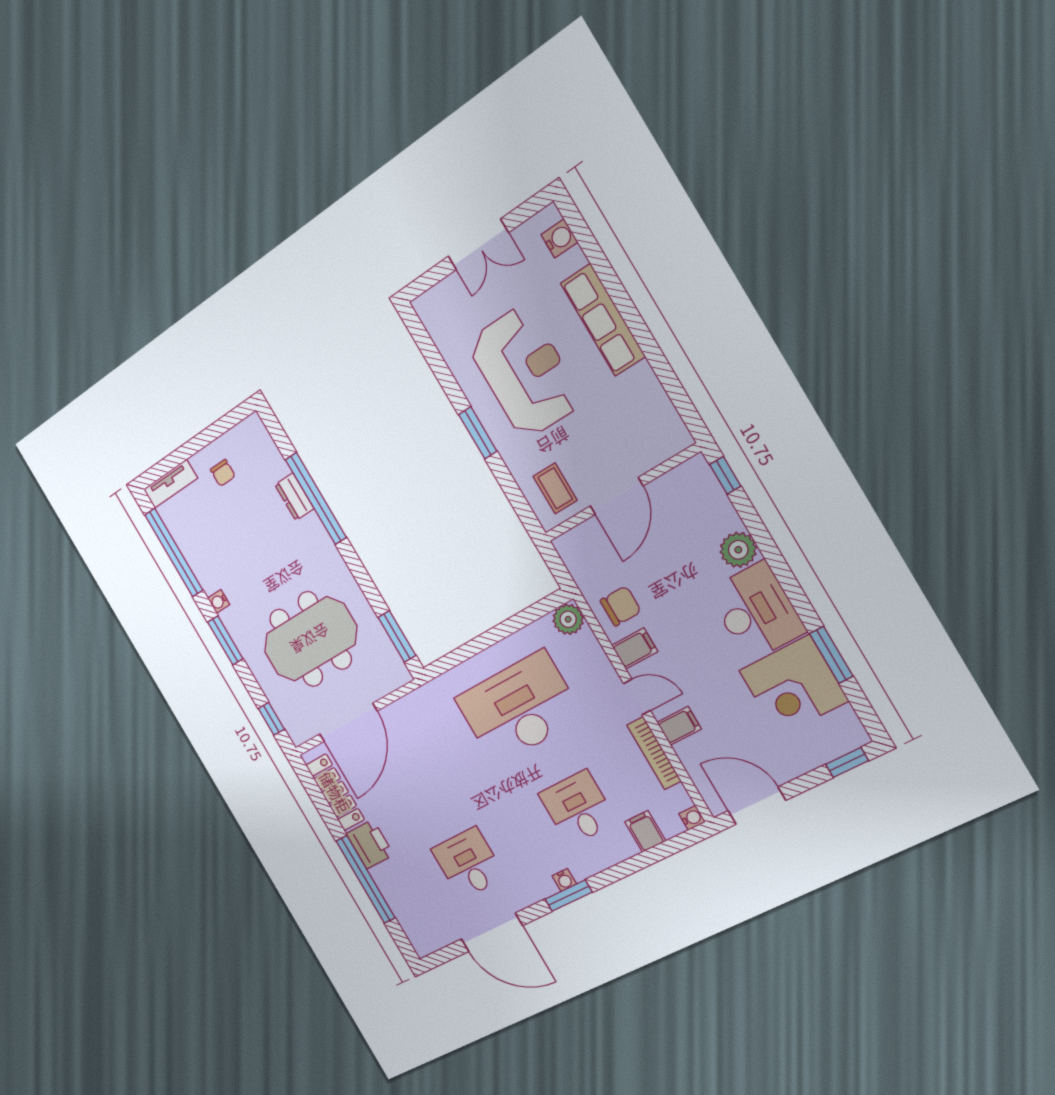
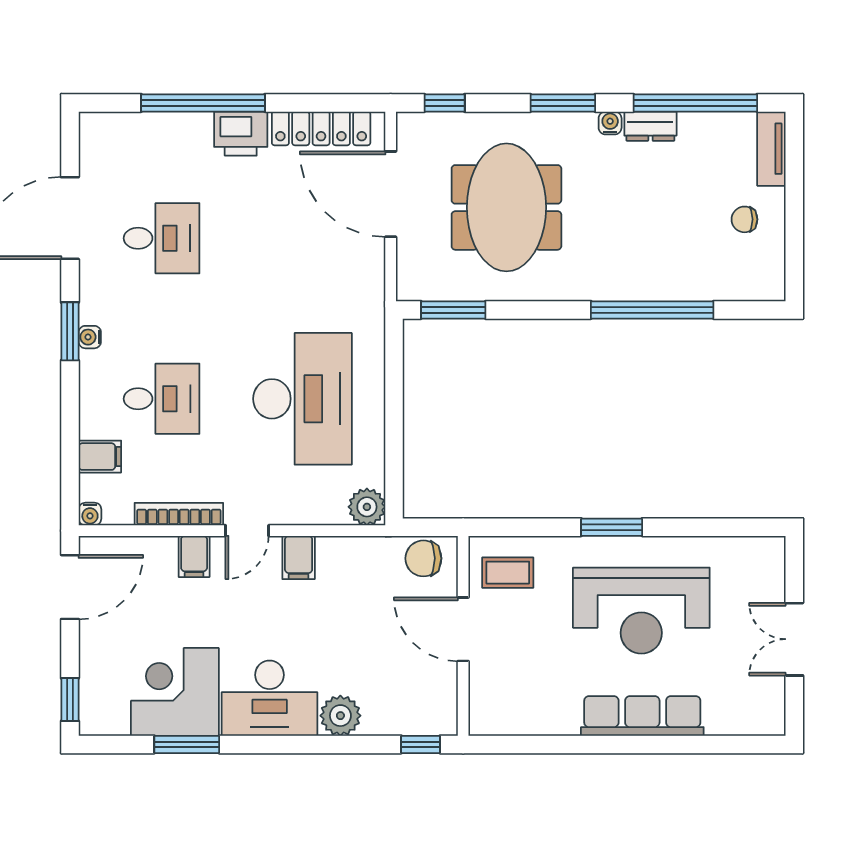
water cooler: (559, 238) -> (747, 720), removed
dresser: (294, 497) -> (650, 126), moved, turned 180
chair: (621, 606) -> (423, 558), moved, turned 90

